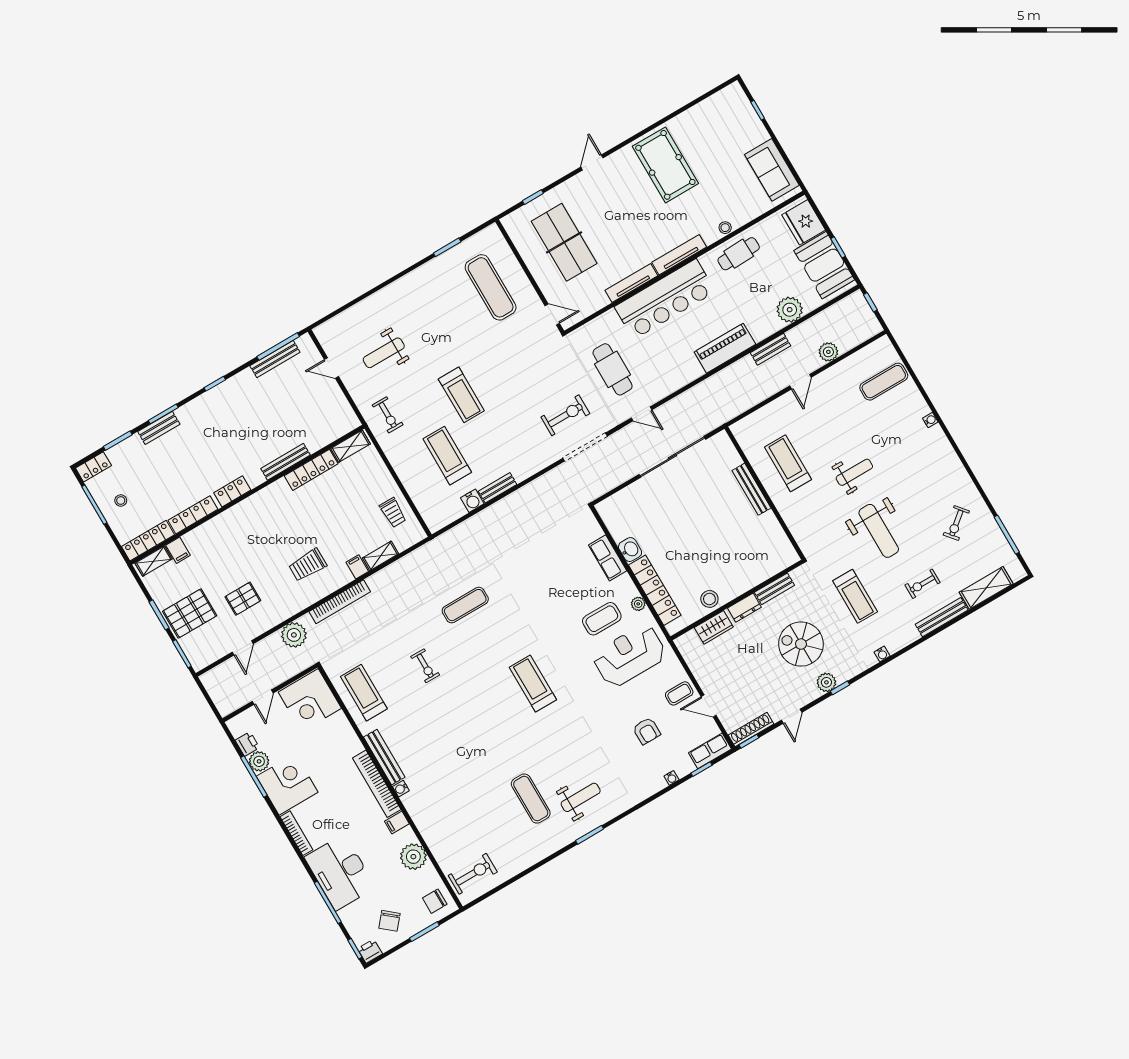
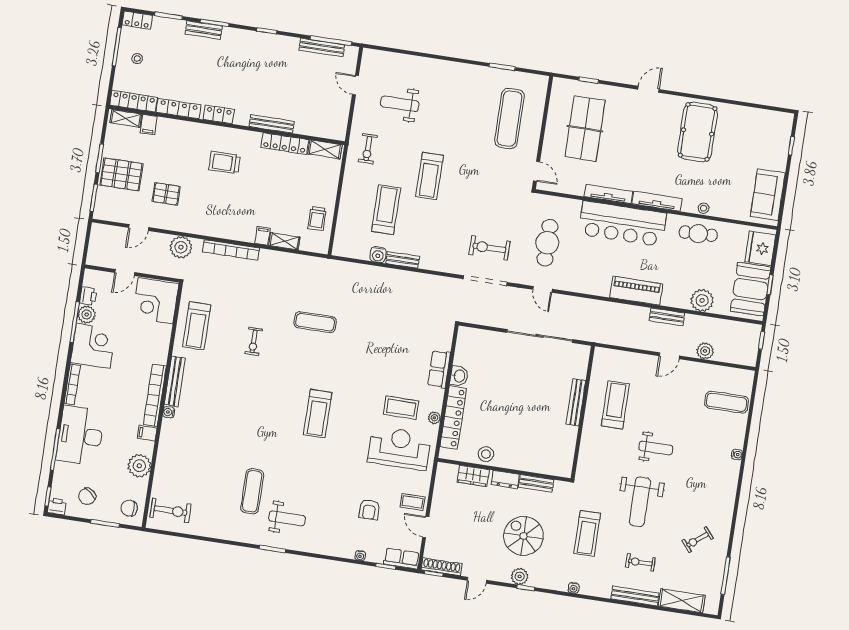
exercise bike: (565, 415) -> (489, 248), turned 180
trolley: (308, 565) -> (224, 163), moved
treadmill: (533, 684) -> (318, 414), turned 180
treadmill: (364, 693) -> (197, 326), turned 180

